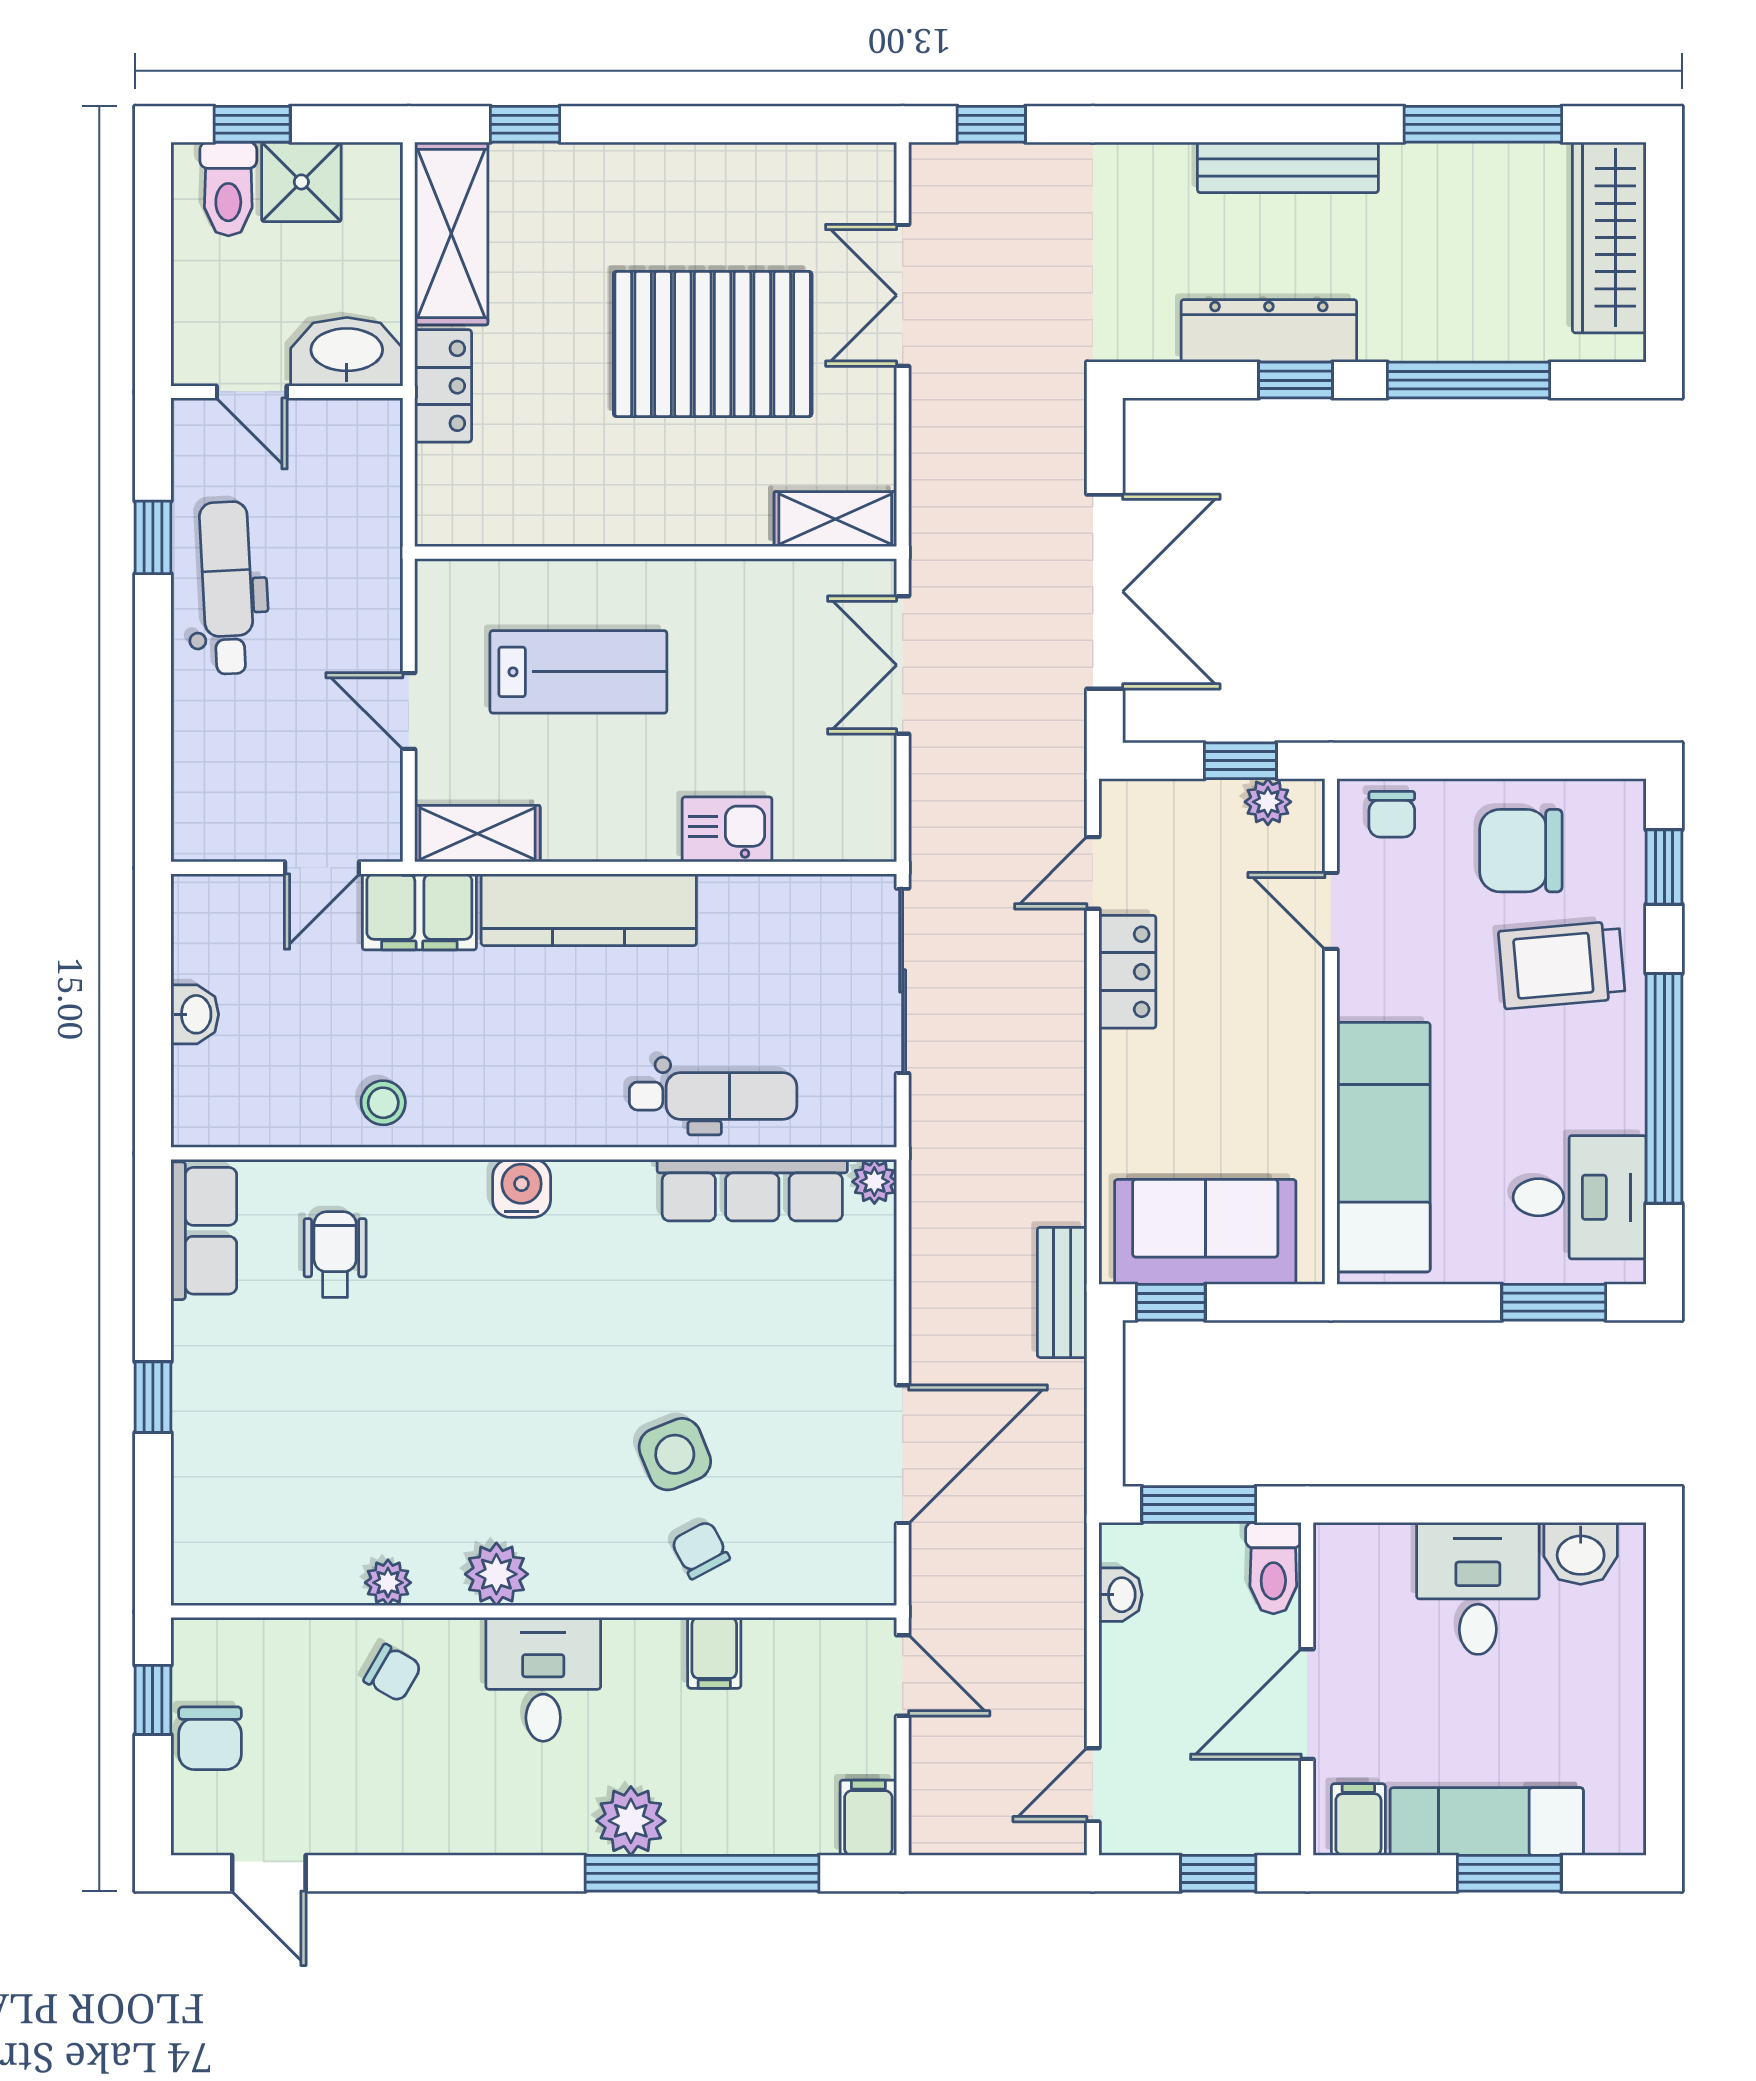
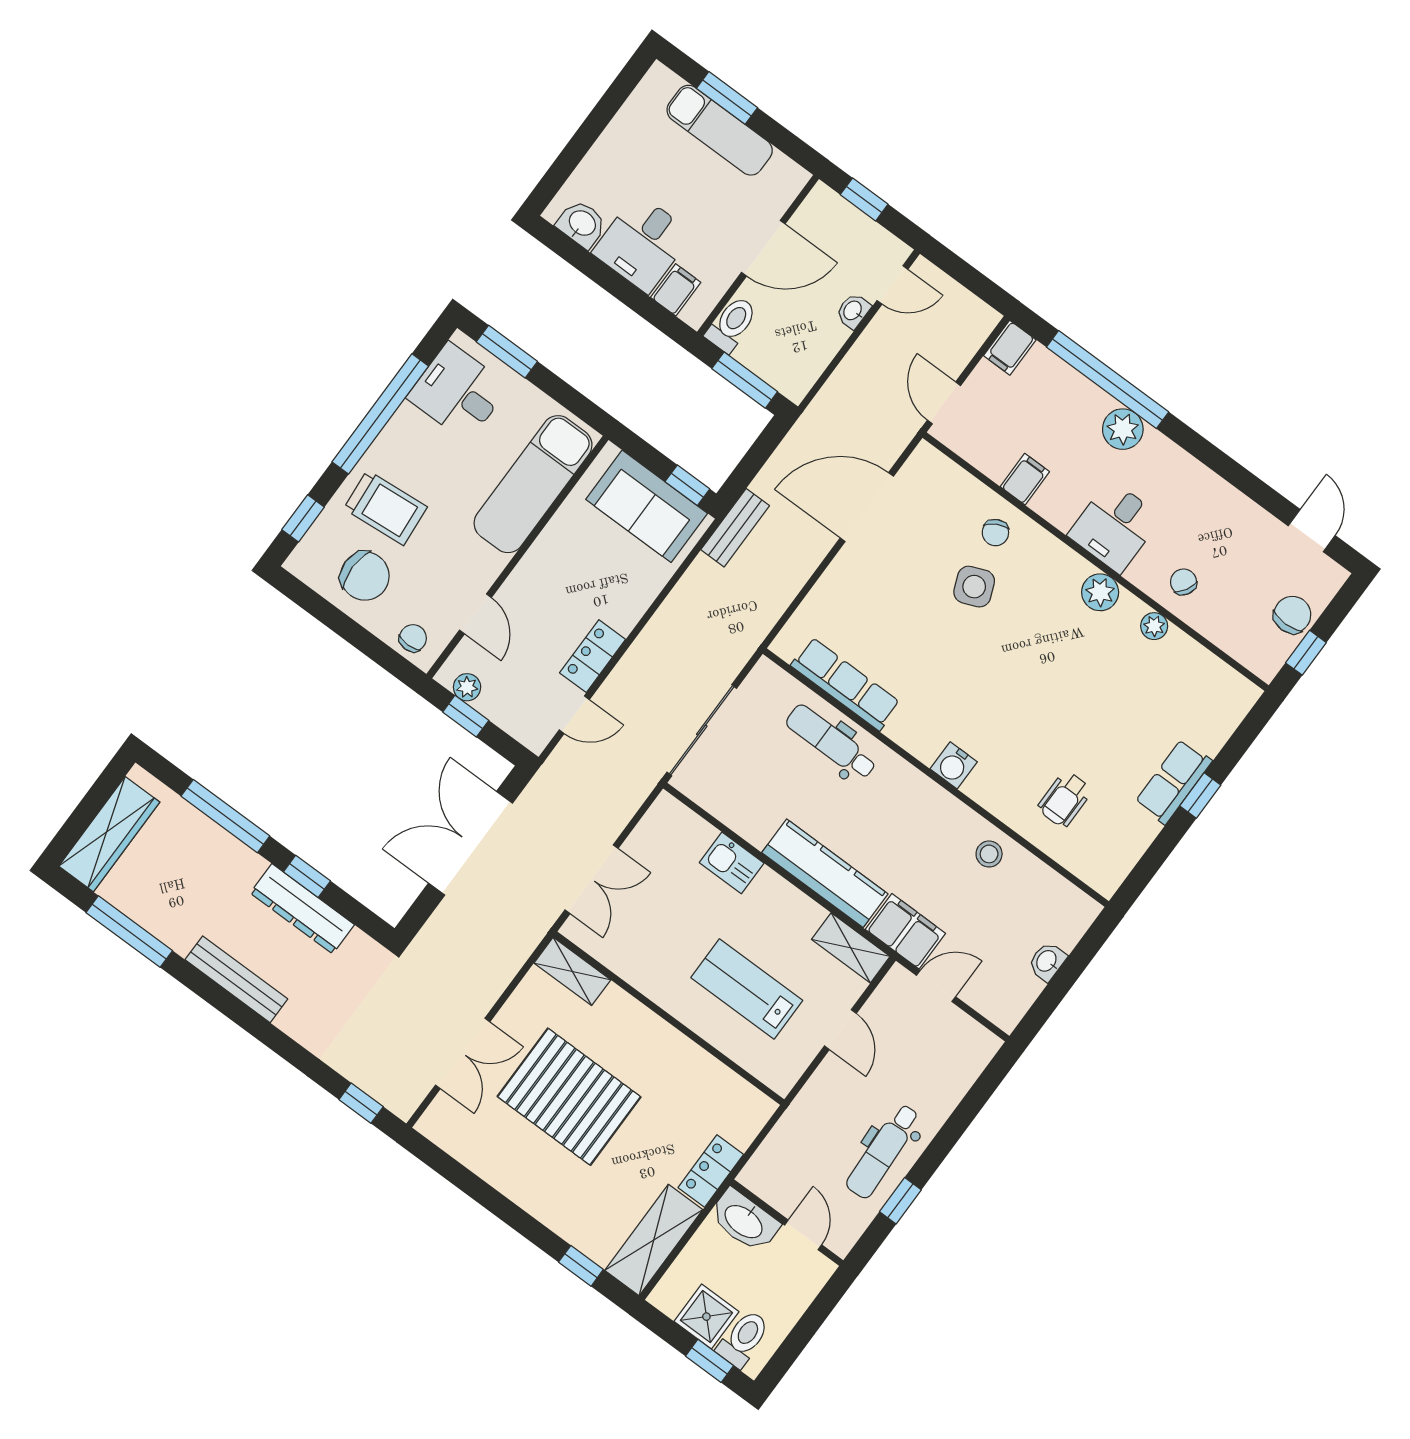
plant: (874, 1182) -> (785, 645), removed
row of seats: (204, 1231) -> (1173, 782), moved
washbasin: (1120, 1595) -> (853, 311), moved
filing cabinet: (1358, 1820) -> (676, 290), moved, turned 180

